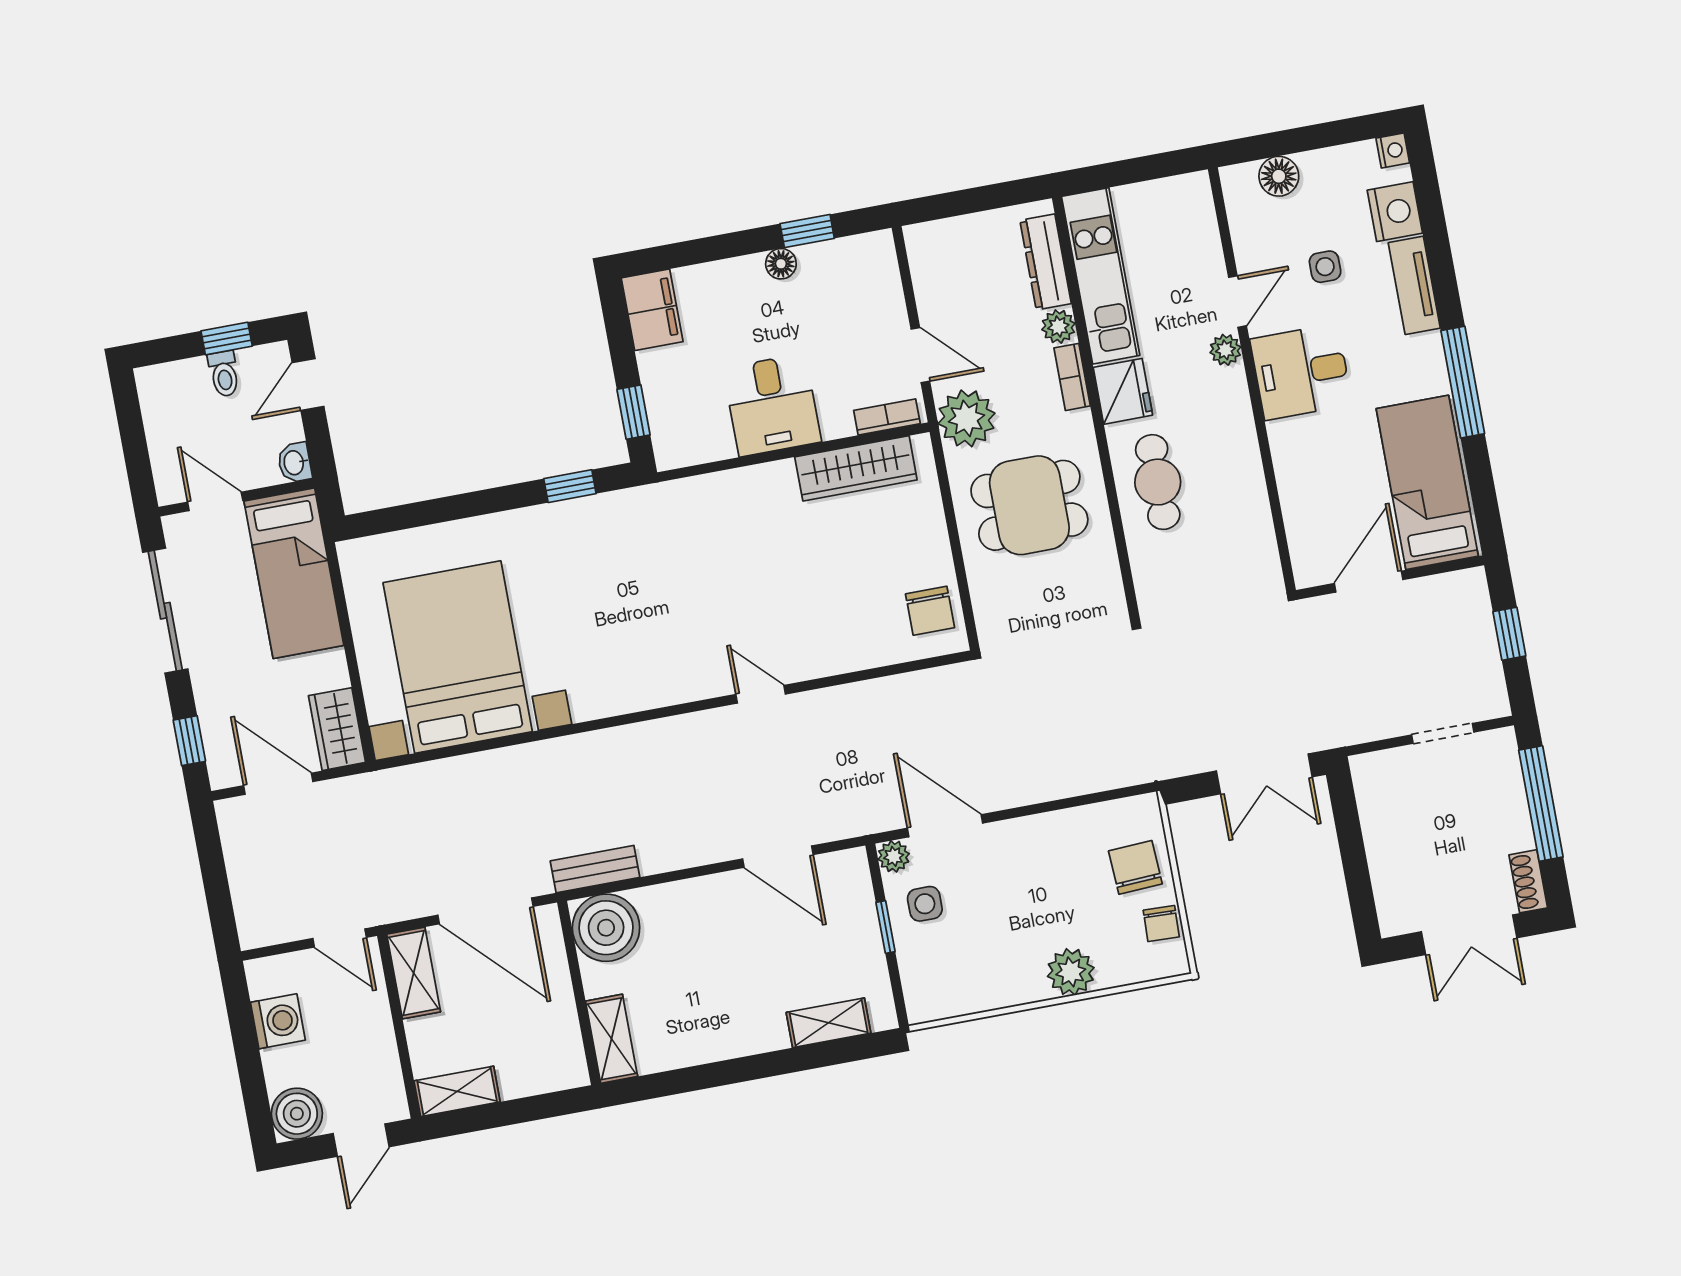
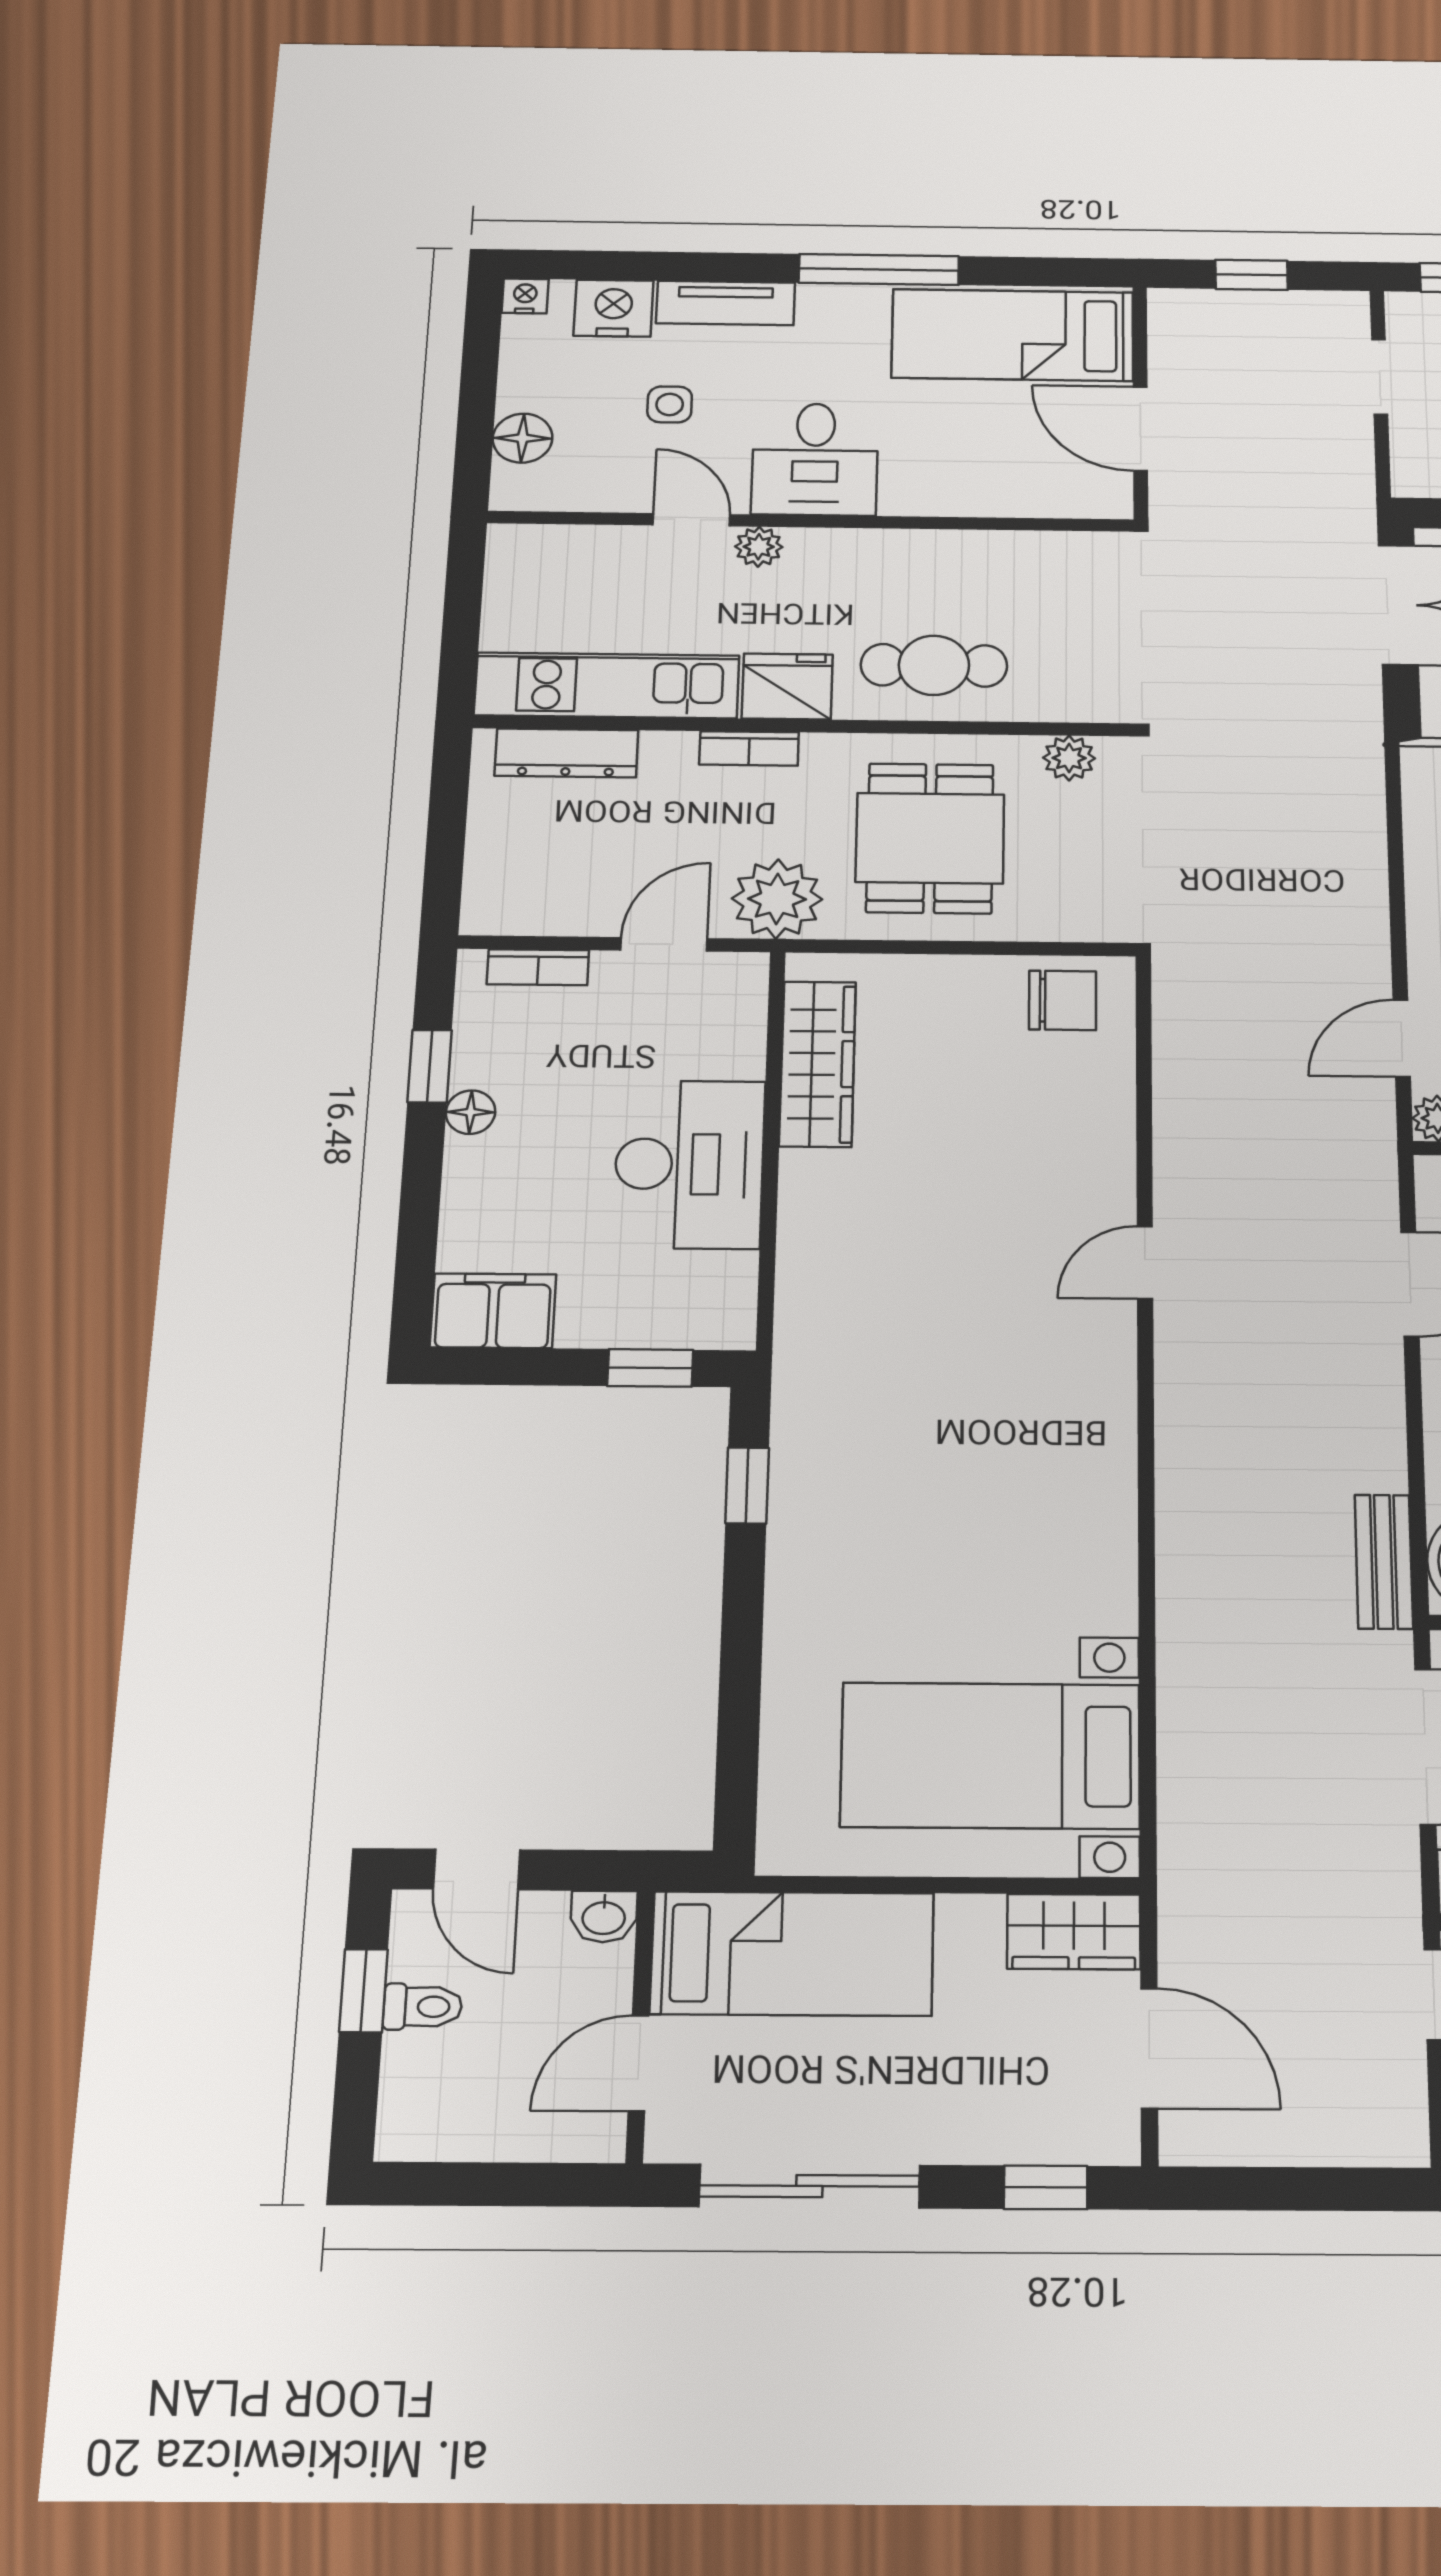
plant: (1058, 327) -> (1069, 758), moved
desk: (772, 405) -> (689, 1164), width x1.37
bookcase: (887, 417) -> (538, 967), moved, turned -90
bed with nightstands: (458, 657) -> (991, 1756), width x0.73
door: (278, 784) -> (1149, 2048), swing flipped
door: (945, 826) -> (1402, 1038), width x0.73

